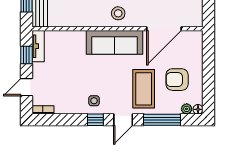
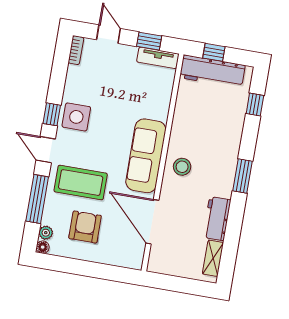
side table: (94, 101) -> (76, 117), width x1.87, depth x1.87

